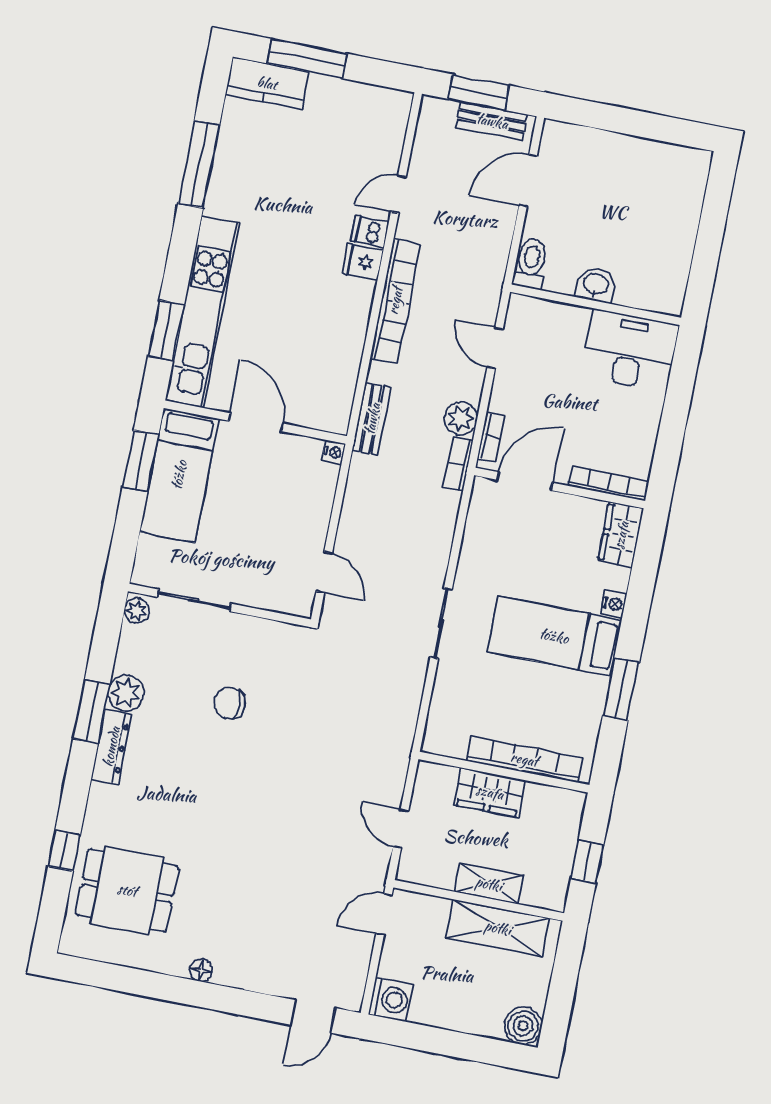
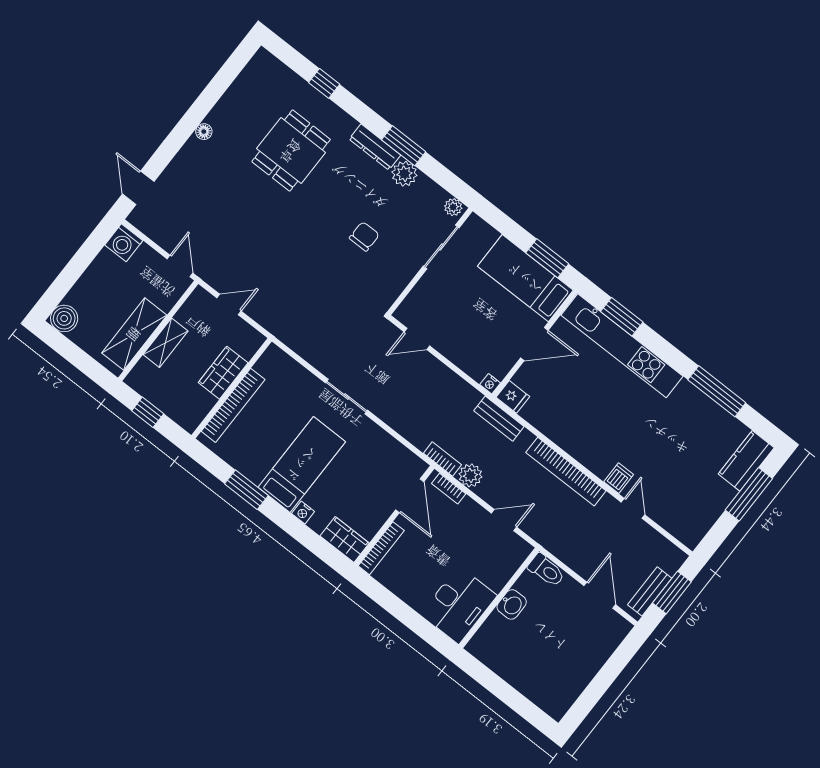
fridge: (363, 262) -> (513, 397), moved, turned 90
dining table: (127, 890) -> (291, 151), moved

